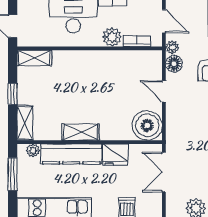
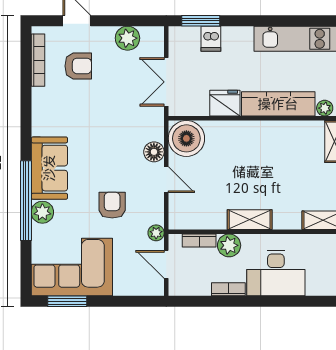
floor lamp: (174, 64) -> (154, 152), moved
shelving: (81, 132) -> (250, 220), moved
double door: (164, 172) -> (166, 82), swing flipped

